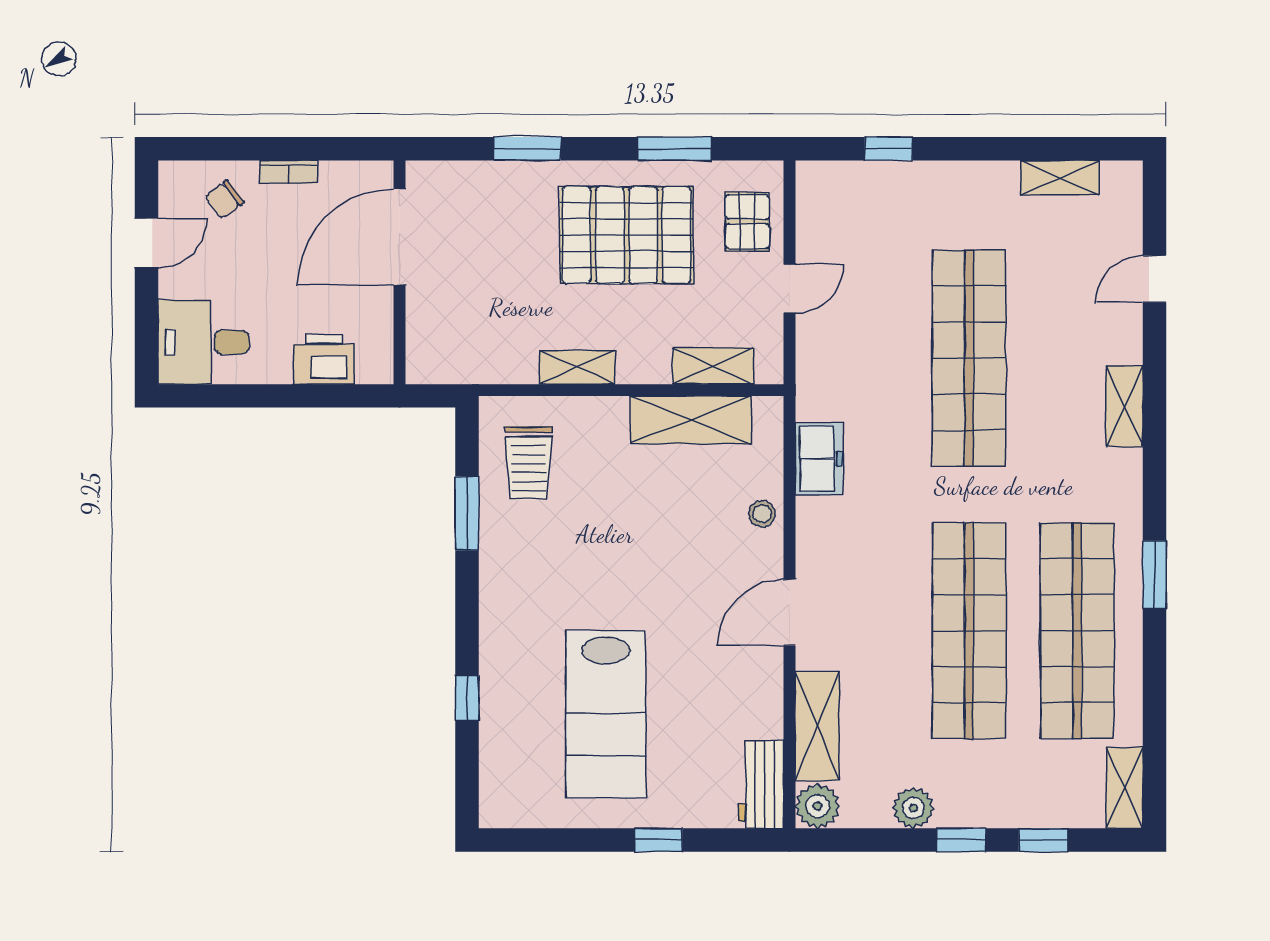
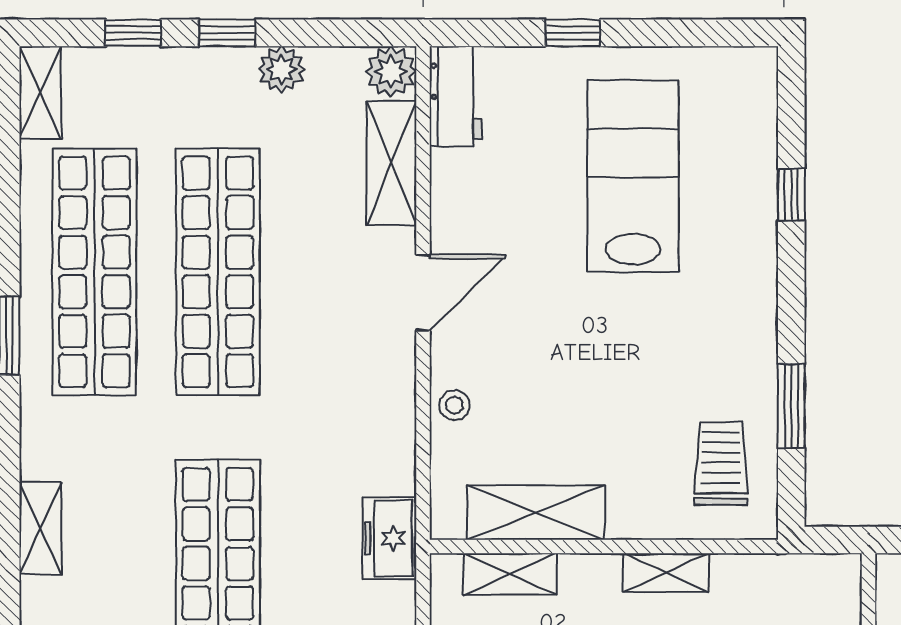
freezer: (819, 459) -> (389, 538), moved

